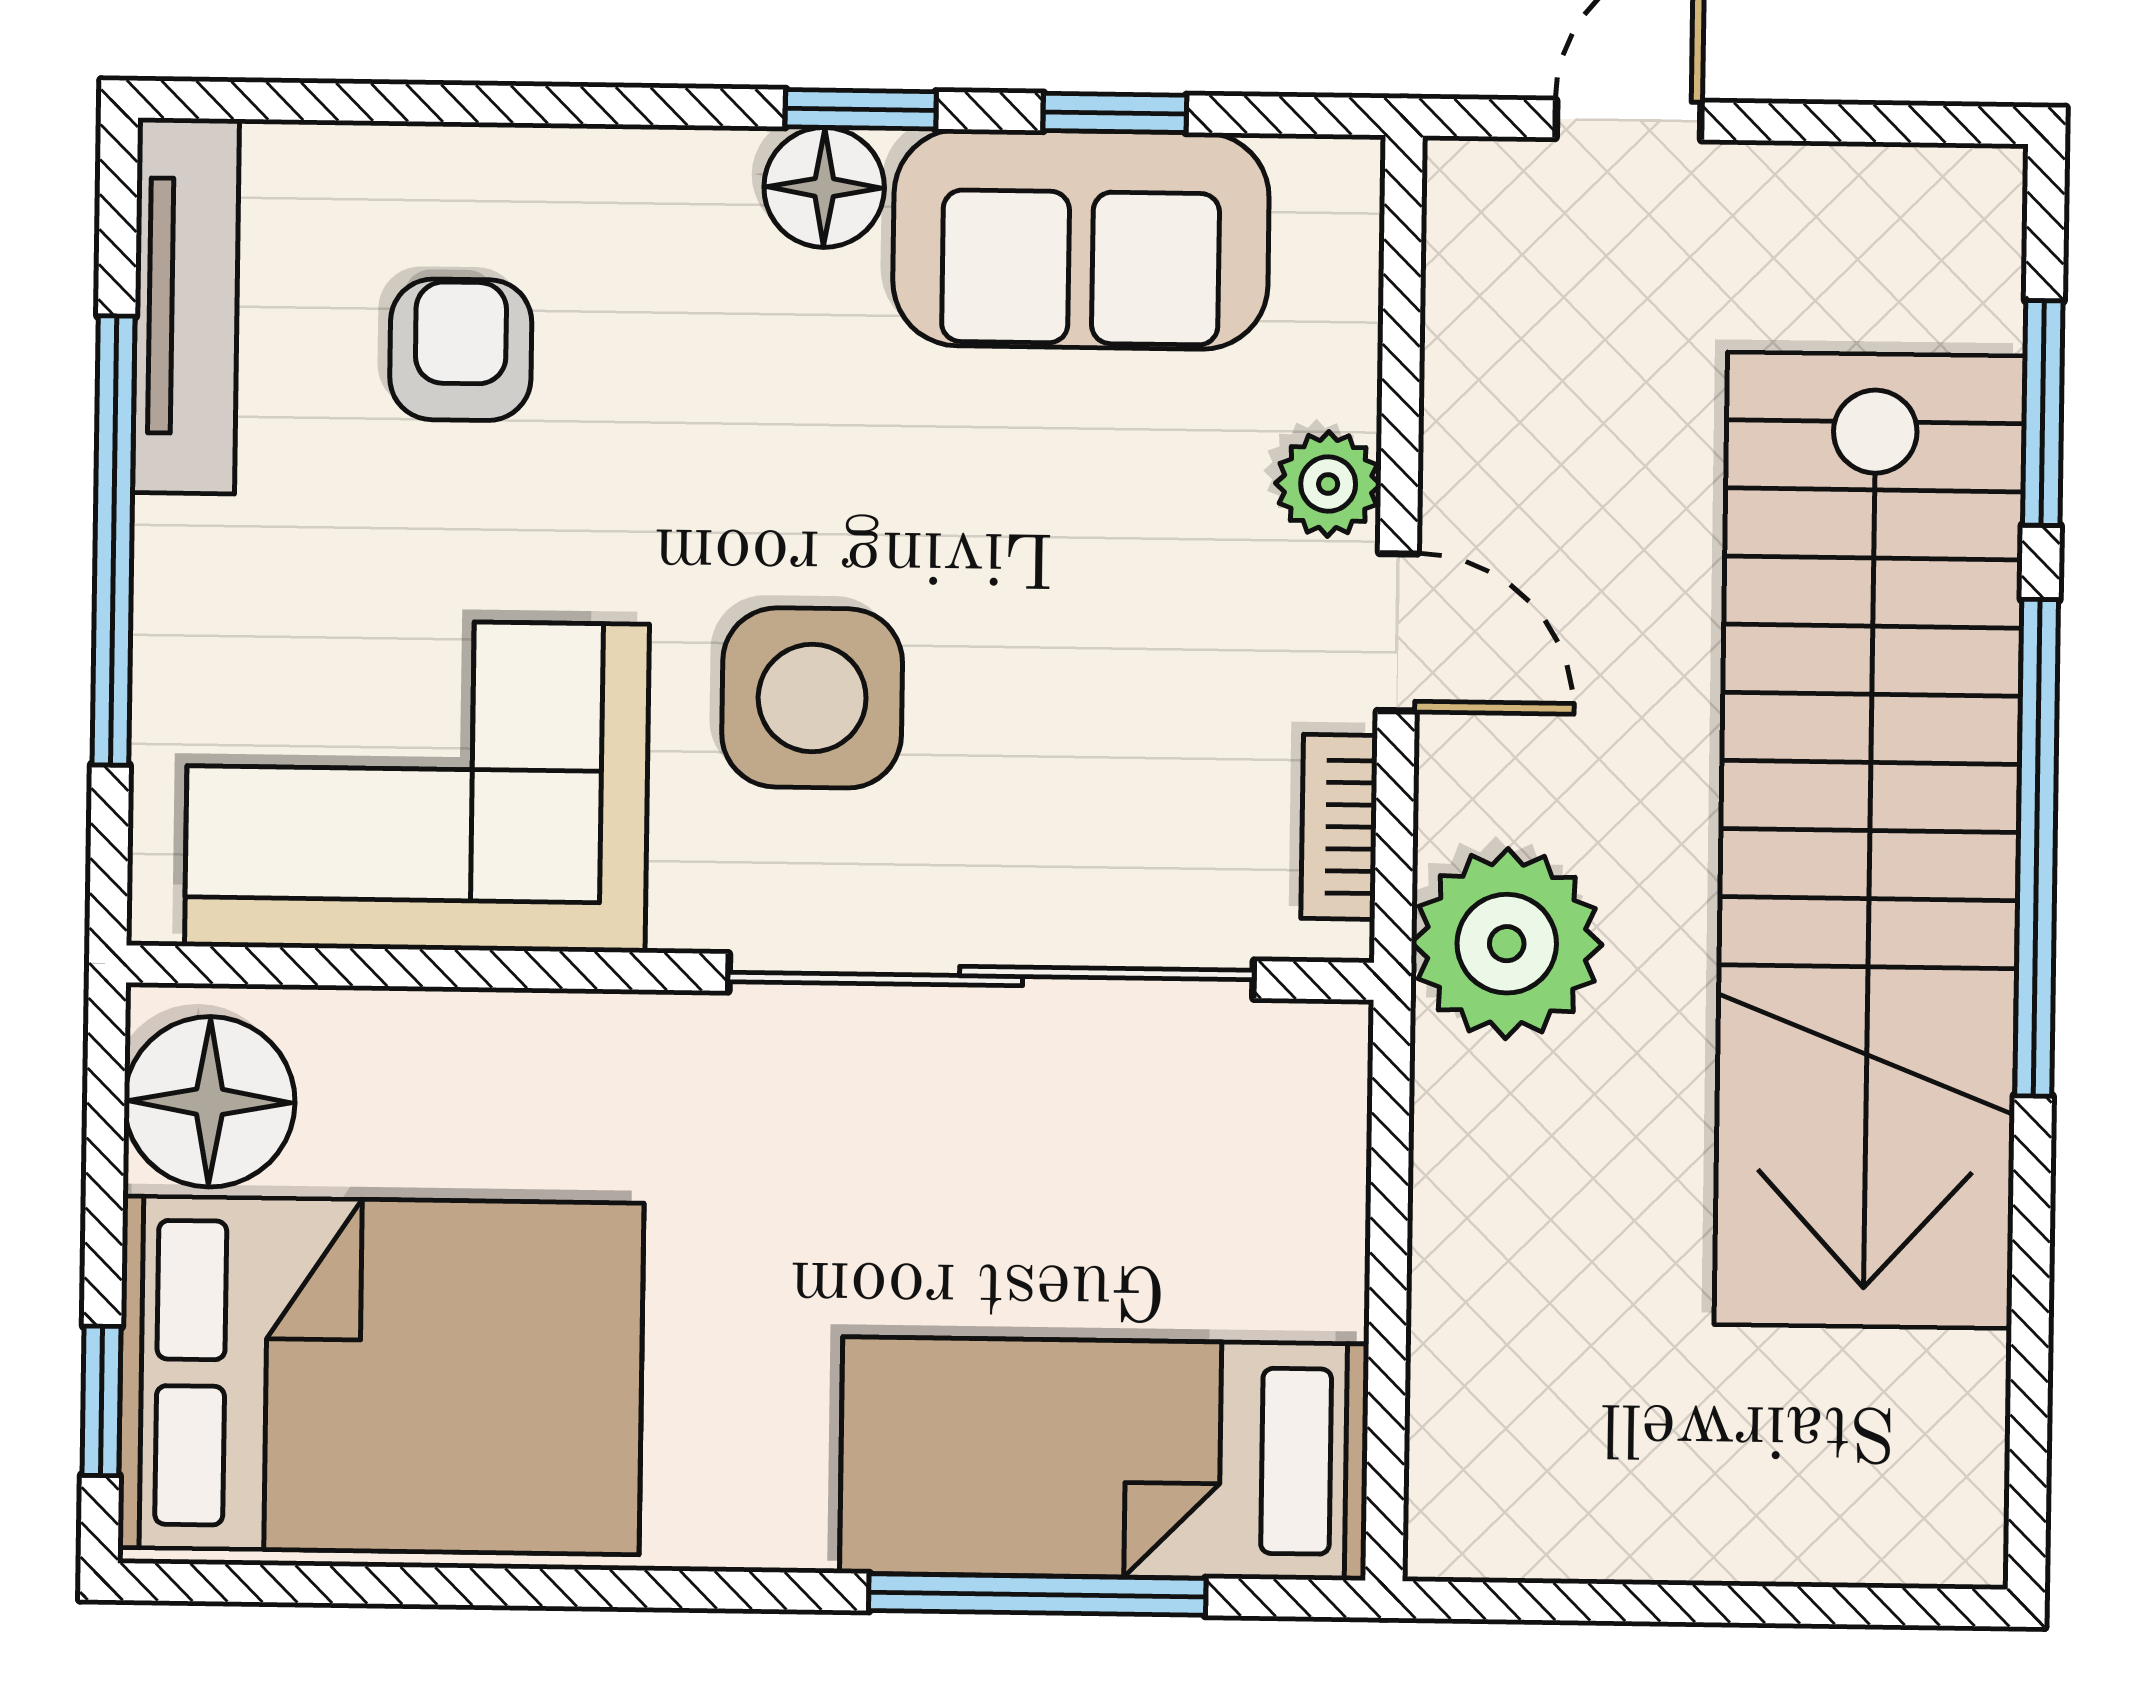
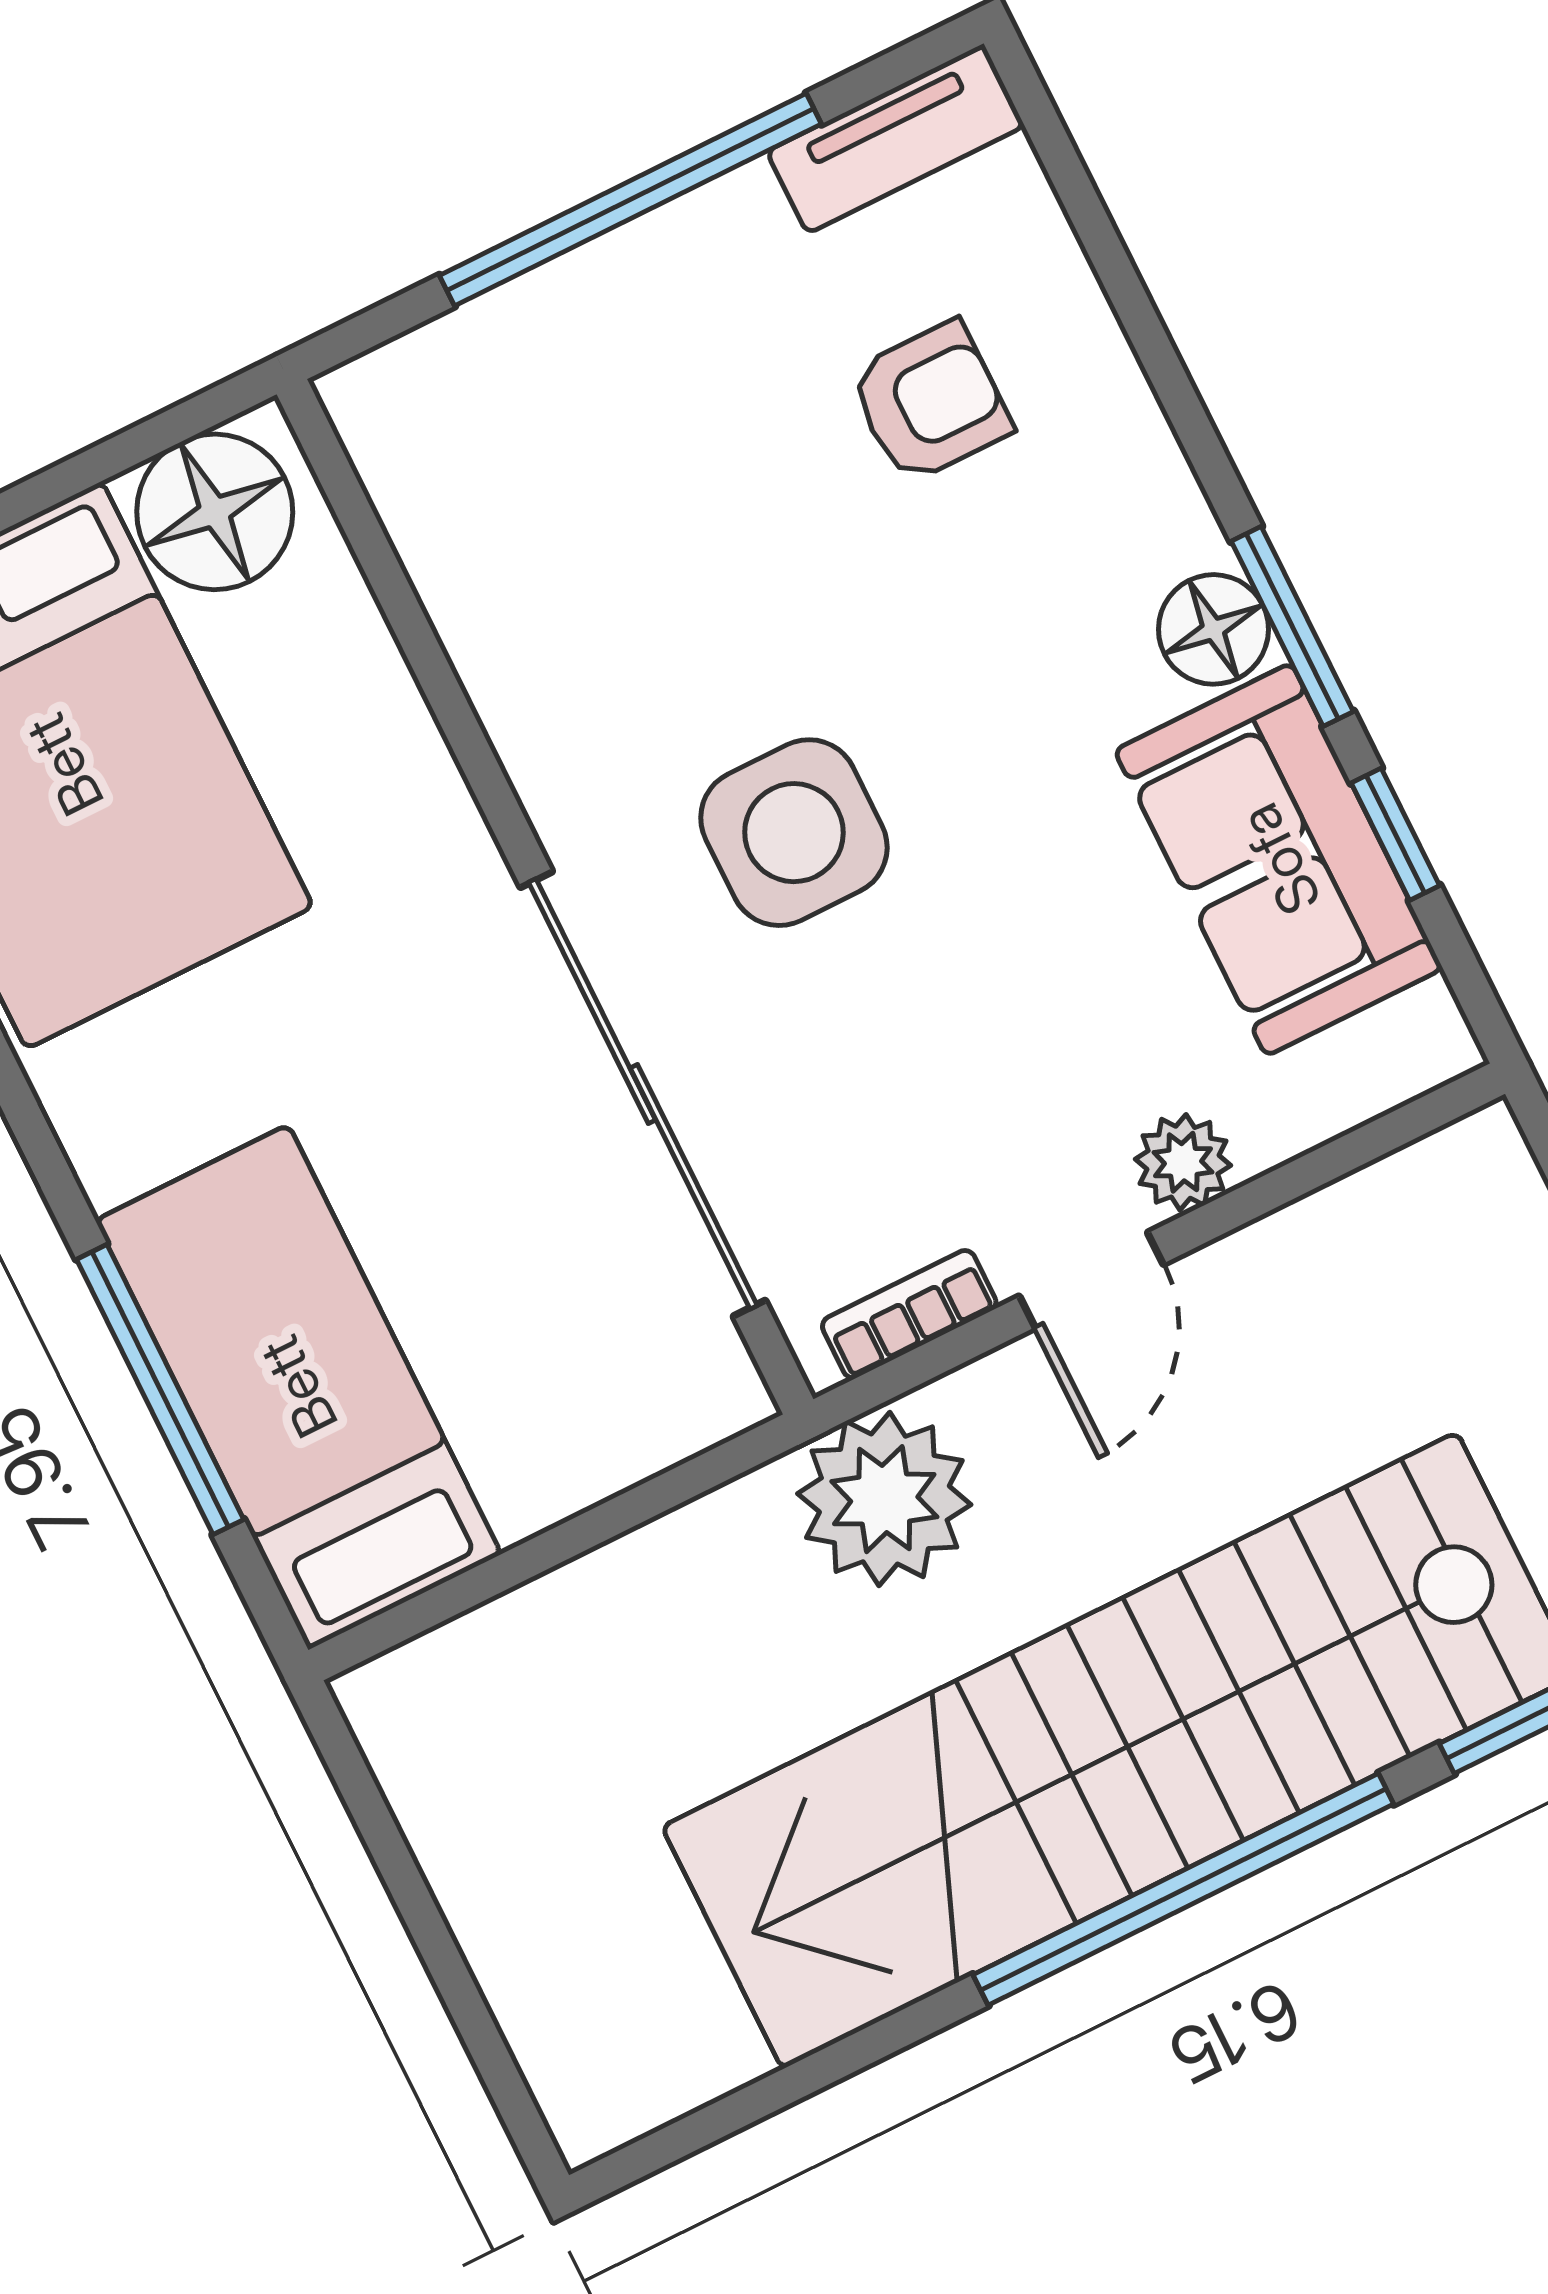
window: (861, 109) -> (1292, 626), width x1.50
tv unit: (186, 306) -> (896, 139), width x0.71
corner sofa: (417, 785) -> (558, 548), removed

